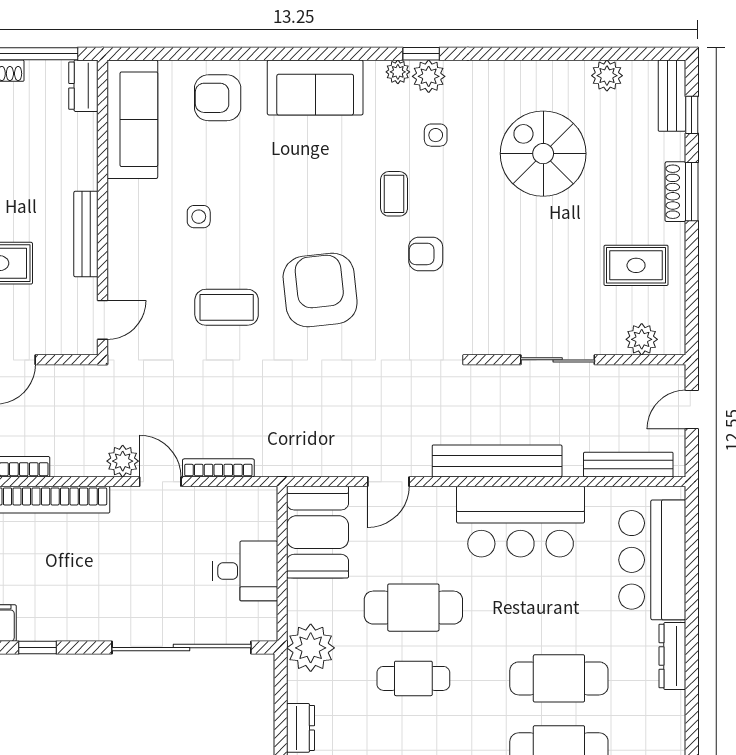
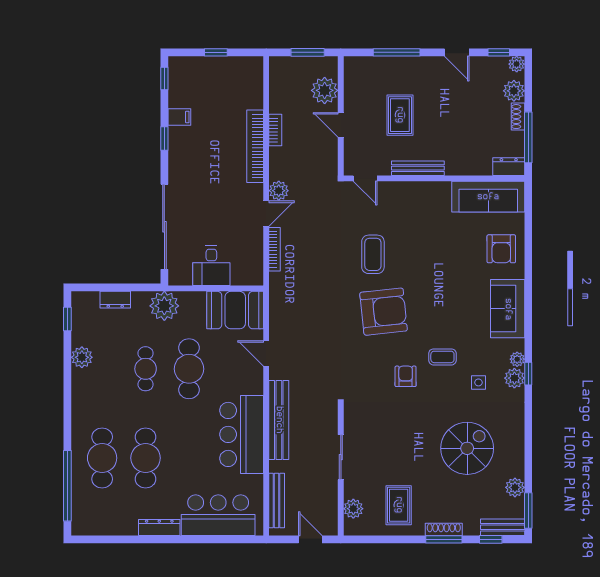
window: (645, 54) -> (528, 511), added
armchair: (218, 98) -> (501, 249), turned 180
side table: (199, 217) -> (428, 237), removed

